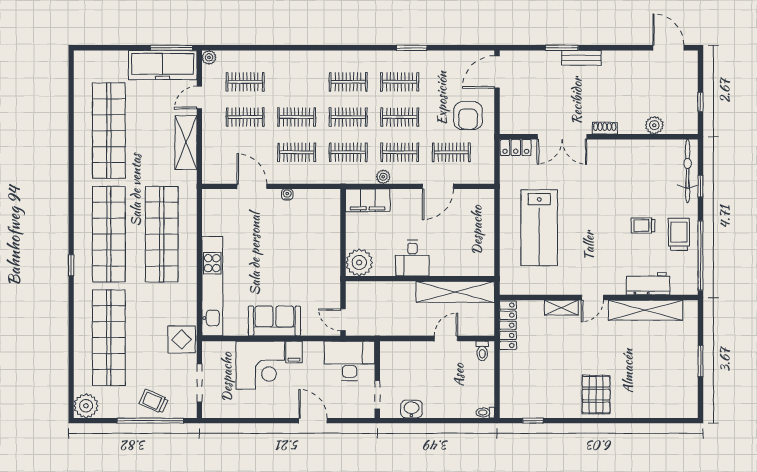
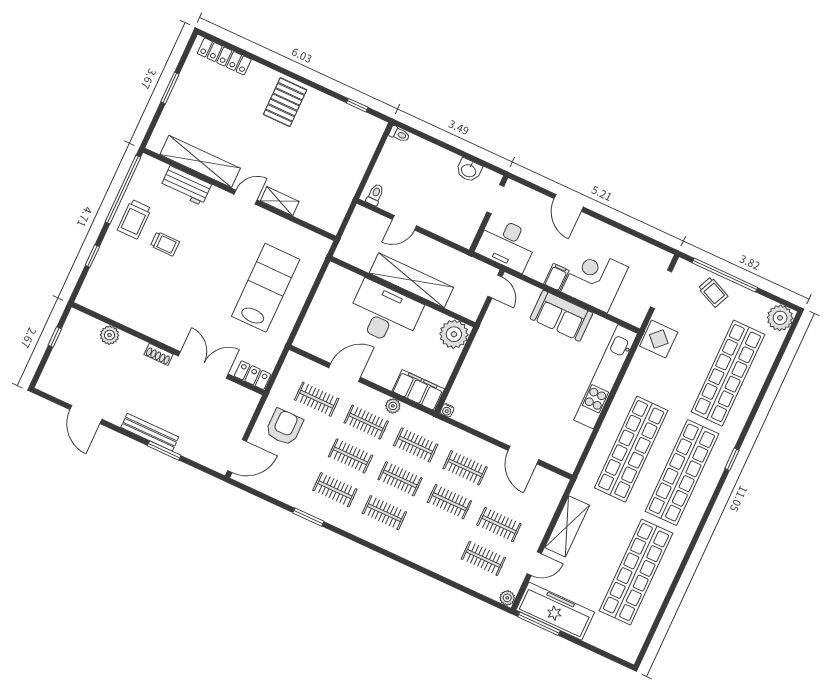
door: (668, 48) -> (86, 414), moved
bench: (581, 58) -> (150, 432), width x1.36
bicycle: (688, 171) -> (98, 276), removed
water cooler: (287, 194) -> (447, 410), moved
desk: (412, 258) -> (385, 314), width x1.87, depth x1.30
shelving: (455, 292) -> (411, 280), moved
locker: (508, 325) -> (224, 56), moved, turned -90

